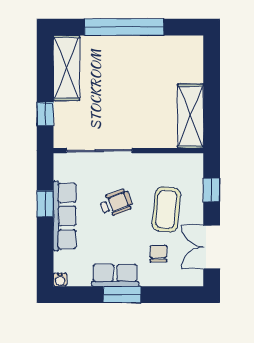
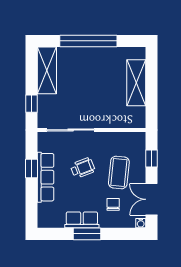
shelving: (190, 116) -> (136, 83), moved
water cooler: (60, 280) -> (141, 223), moved

